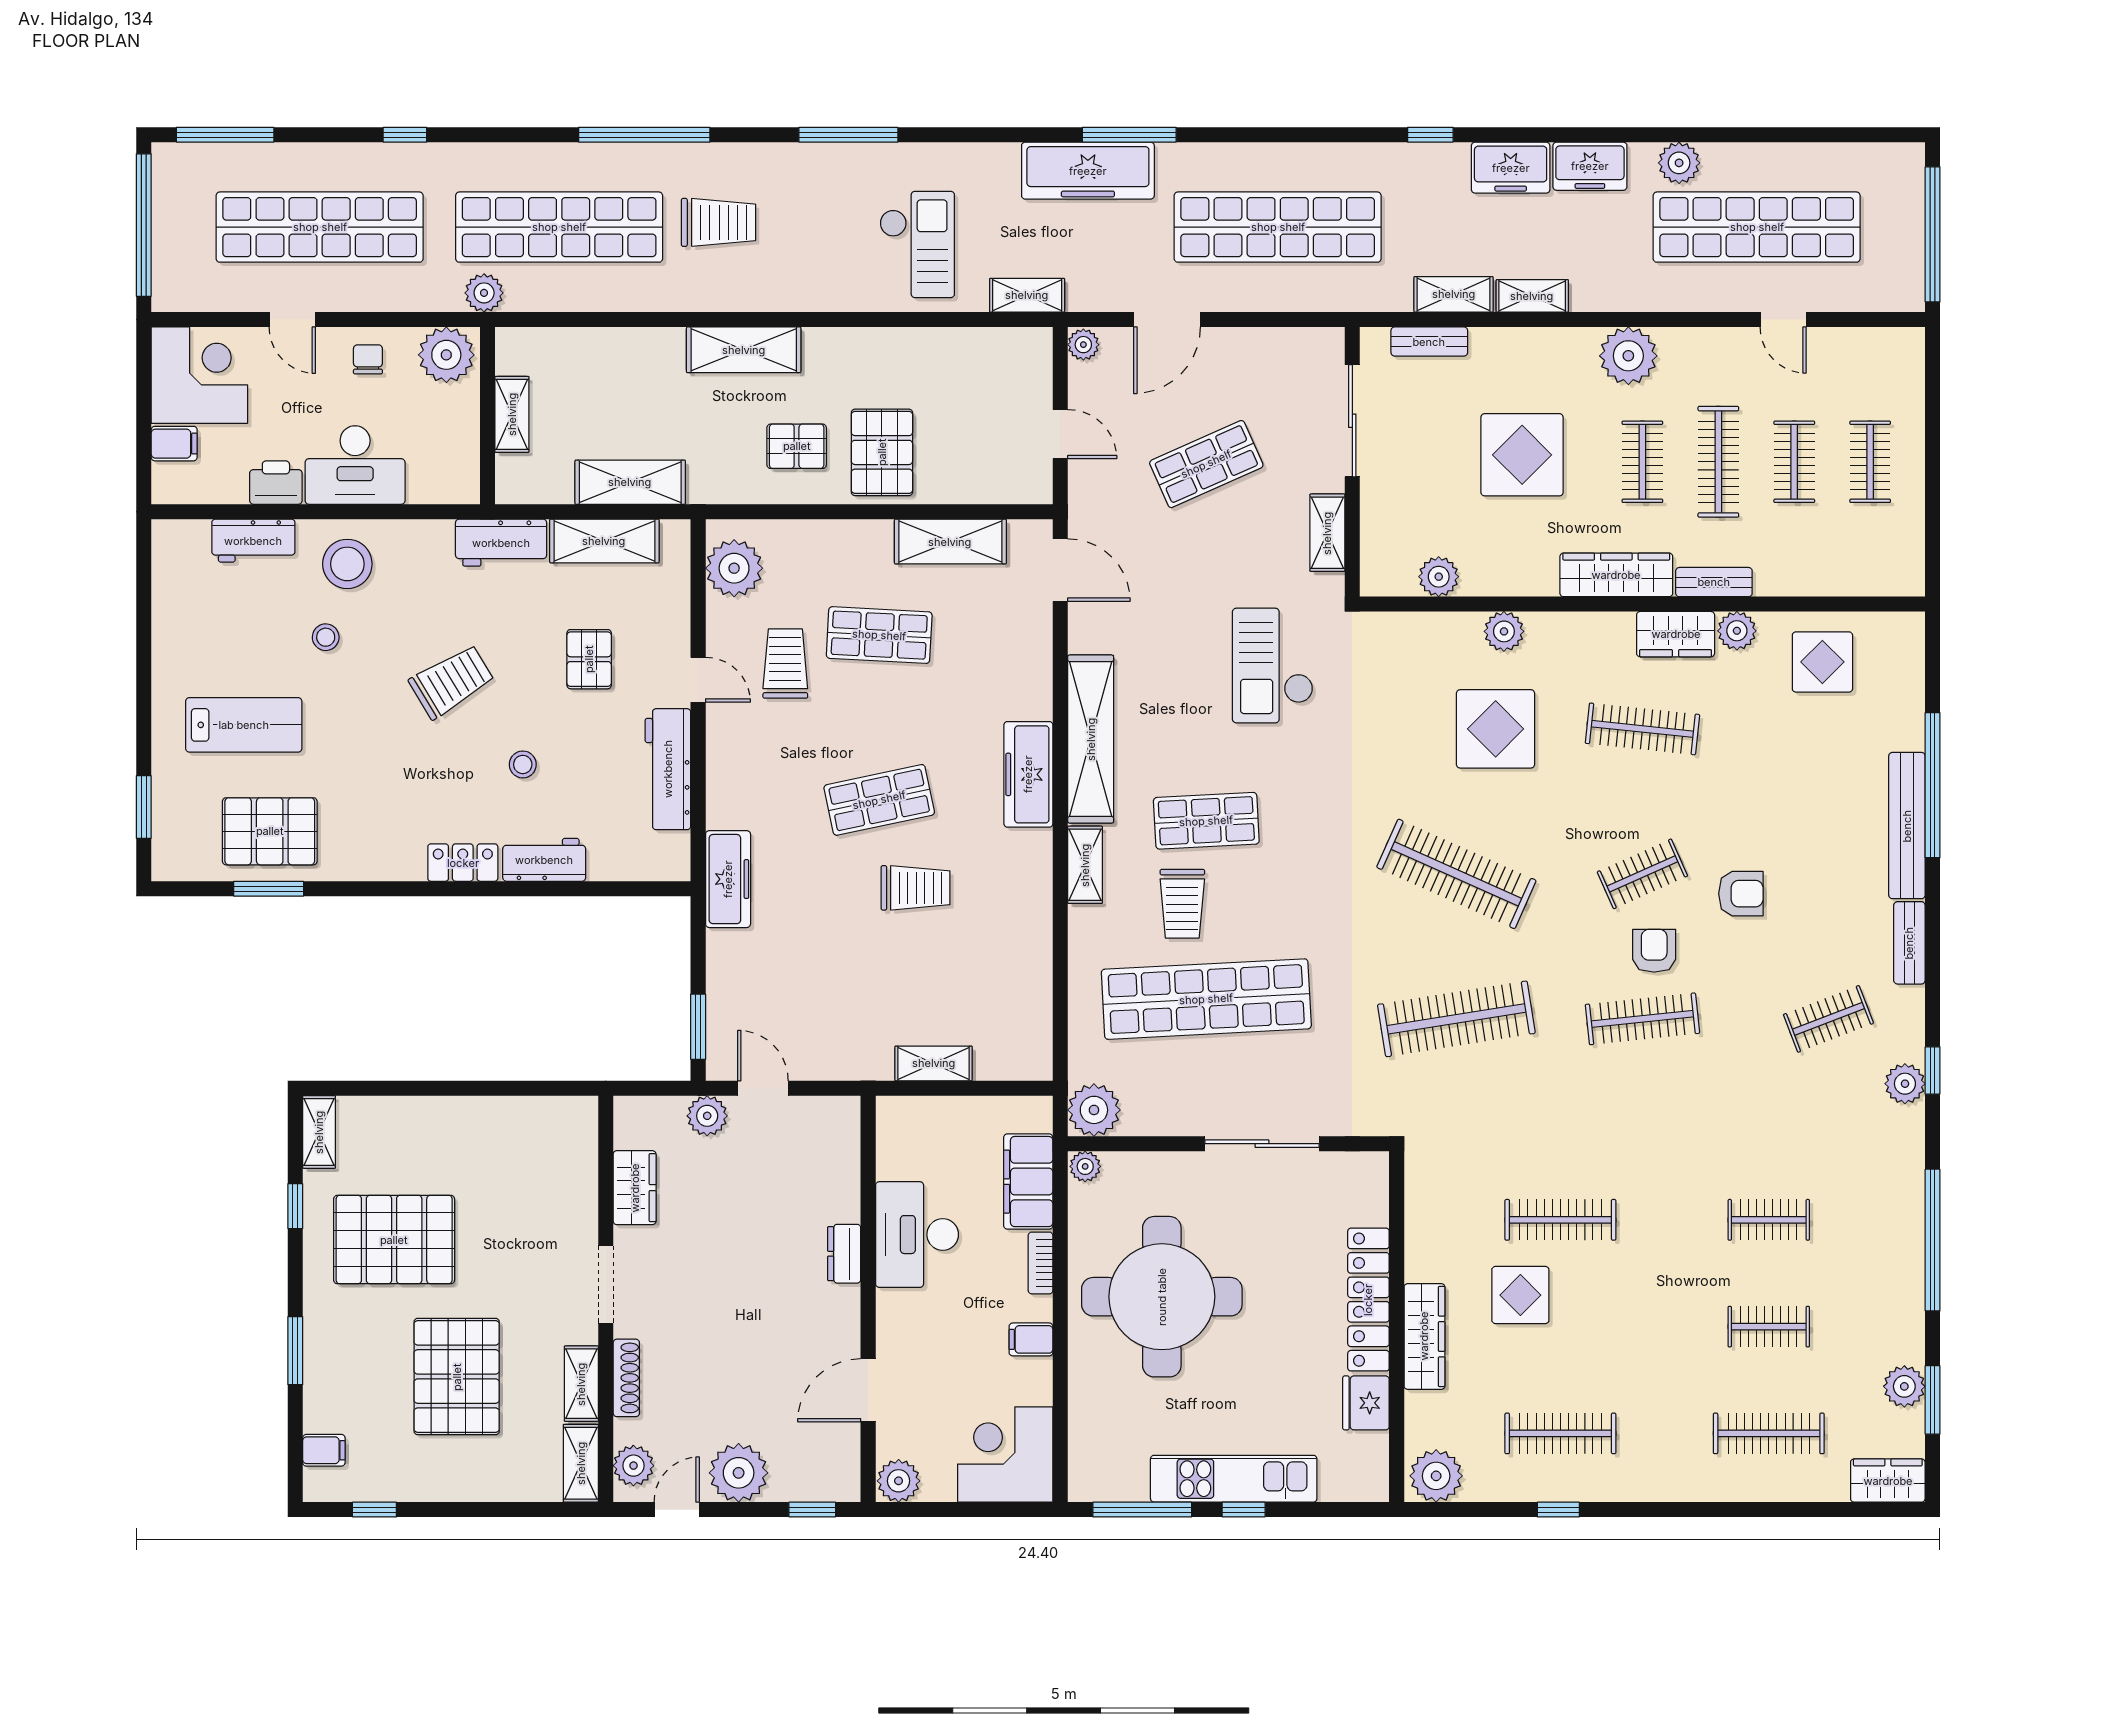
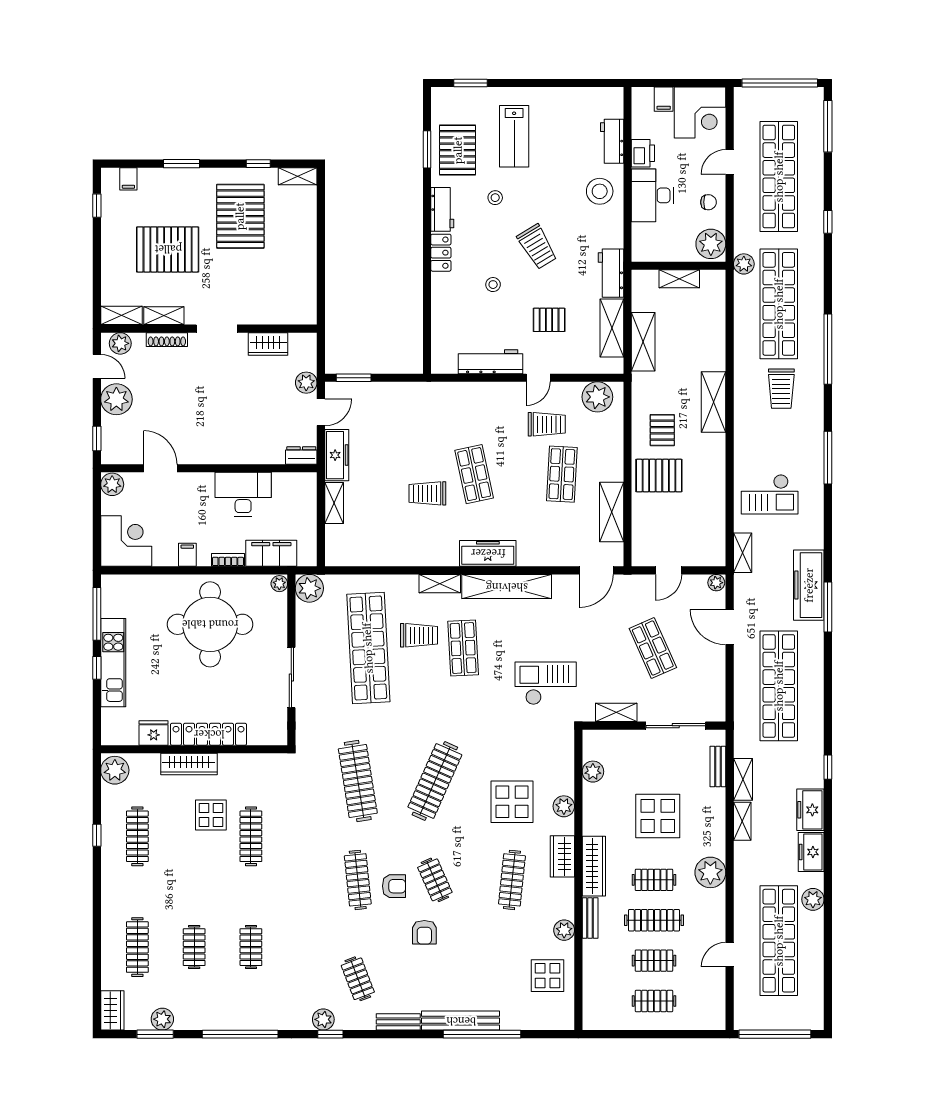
wardrobe: (1676, 634) -> (562, 856), moved
stool: (326, 637) -> (495, 198), moved
workbench: (544, 860) -> (442, 209), moved
freezer: (728, 879) -> (337, 455), moved, turned -90
trolley: (916, 888) -> (427, 493), turned 90
trolley: (1182, 904) -> (419, 635), turned 180
dresser: (844, 1254) -> (301, 455), moved

